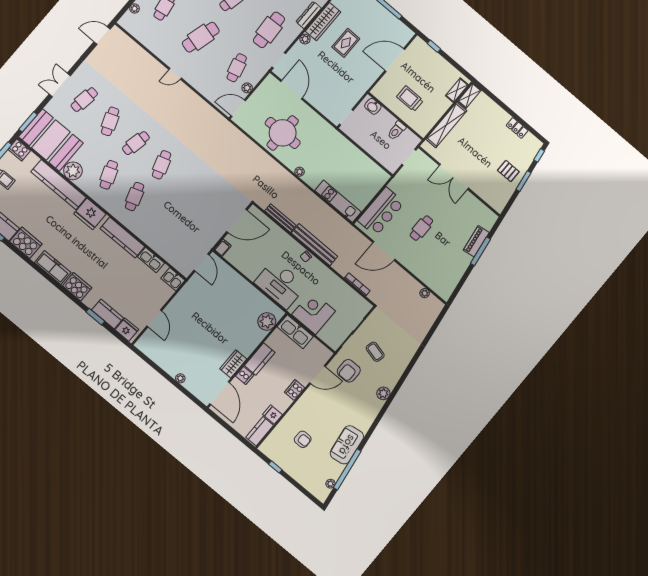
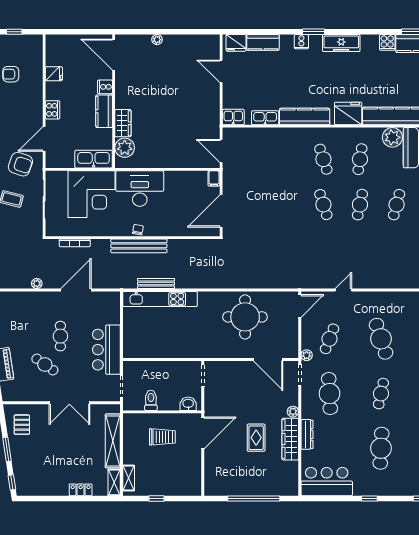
cafe table: (201, 37) -> (381, 339), turned -33
window: (434, 46) -> (156, 498), moved
door: (395, 60) -> (203, 433), moved
cafe table: (237, 68) -> (330, 339), turned 36
door: (175, 74) -> (343, 290), moved
plant: (247, 88) -> (307, 355), moved
cafe table: (110, 121) -> (397, 205), turned 36
locker: (517, 128) -> (81, 490), moved
pallet: (508, 171) -> (22, 425), moved, turned 90
plant: (300, 172) -> (203, 296), removed
cafe table: (109, 175) -> (360, 159), turned 30
double door: (454, 177) -> (69, 403), swing flipped
kitchen unit: (338, 201) -> (160, 299), width x1.36
bar counter: (381, 212) -> (106, 350), moved
cafe table: (449, 217) -> (45, 364), added
bench: (281, 218) -> (156, 284), moved
cooker: (26, 243) -> (387, 42), width x0.53, depth x0.76
cooker: (77, 287) -> (301, 42), width x0.53, depth x0.76
plant: (425, 293) -> (37, 284), moved
corner desk: (314, 313) -> (91, 194), width x1.36, depth x1.36
window: (95, 317) -> (314, 32), moved
wardrobe: (233, 364) -> (123, 123), moved
armchair: (349, 371) -> (20, 164), turned 109
kitchen counter: (260, 431) -> (53, 51), removed

